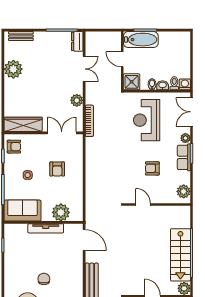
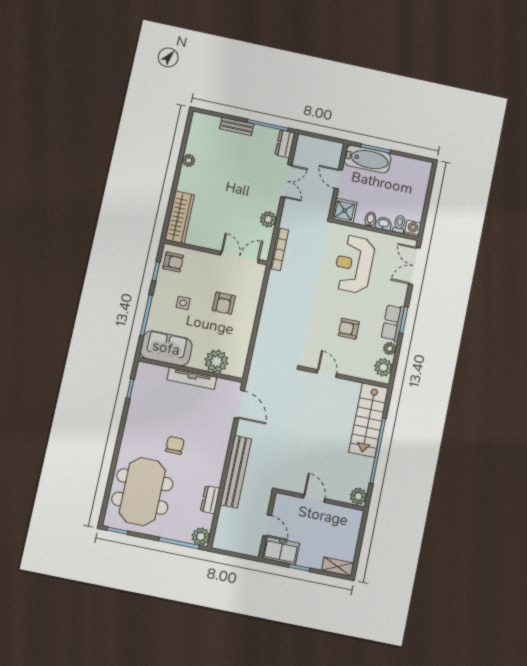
bench: (21, 36) -> (237, 126), moved
plant: (13, 69) -> (189, 160), width x0.53, depth x0.53
wardrobe: (23, 124) -> (180, 217), moved, turned 90
plant: (185, 138) -> (390, 348), moved
stairs: (180, 255) -> (369, 420), moved

